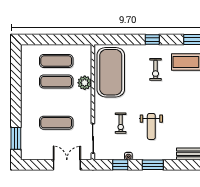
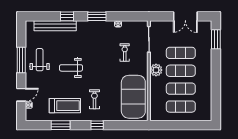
plant: (85, 83) -> (156, 70), moved
exercise mat: (56, 102) -> (181, 71), added
weight bench: (151, 126) -> (71, 68), moved, turned -90
double door: (67, 165) -> (185, 16), moved
window: (120, 165) -> (67, 16), moved

